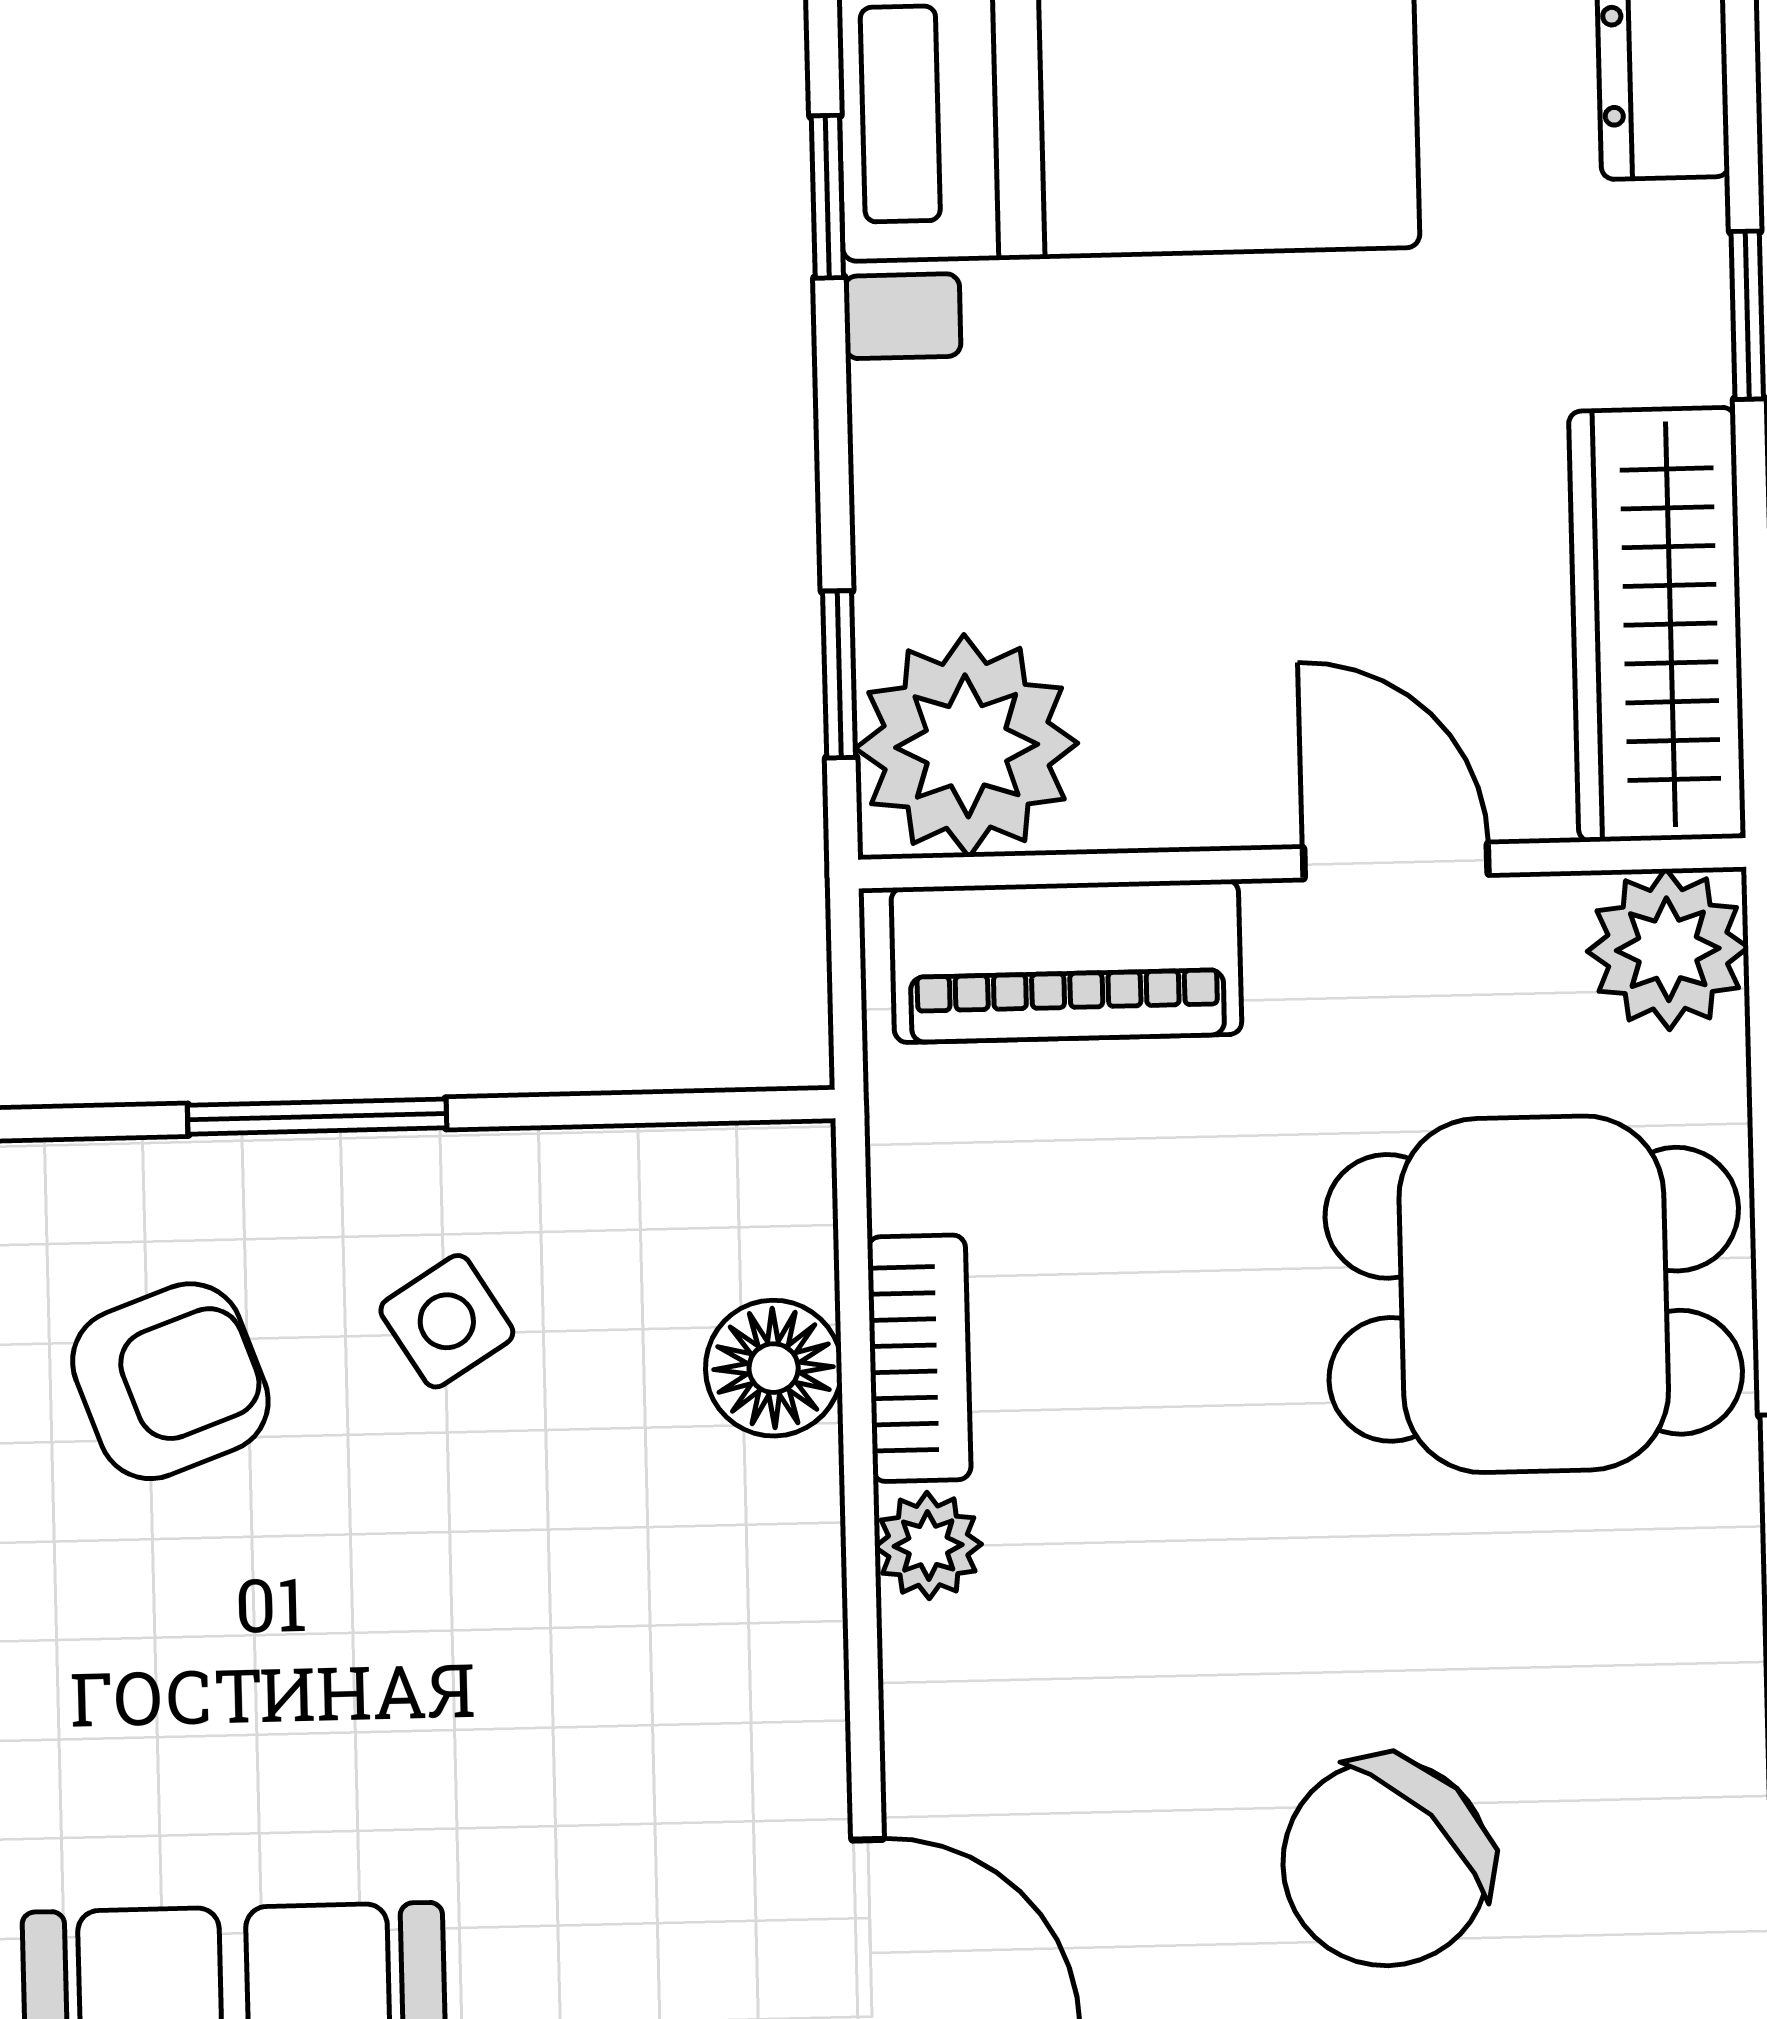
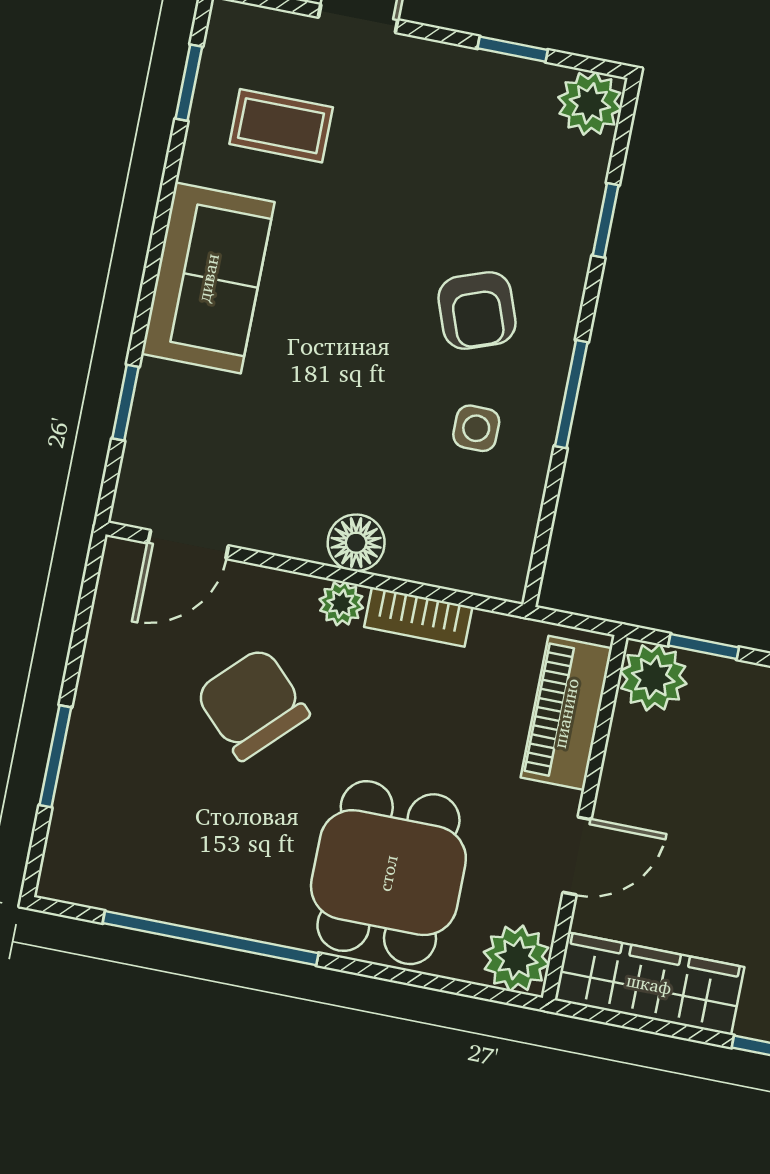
plant: (967, 746) -> (653, 677), width x0.73, depth x0.73
side table: (447, 1321) -> (476, 428), turned 32
floor lamp: (774, 1368) -> (356, 543), moved
chair: (1386, 1863) -> (252, 704), moved

